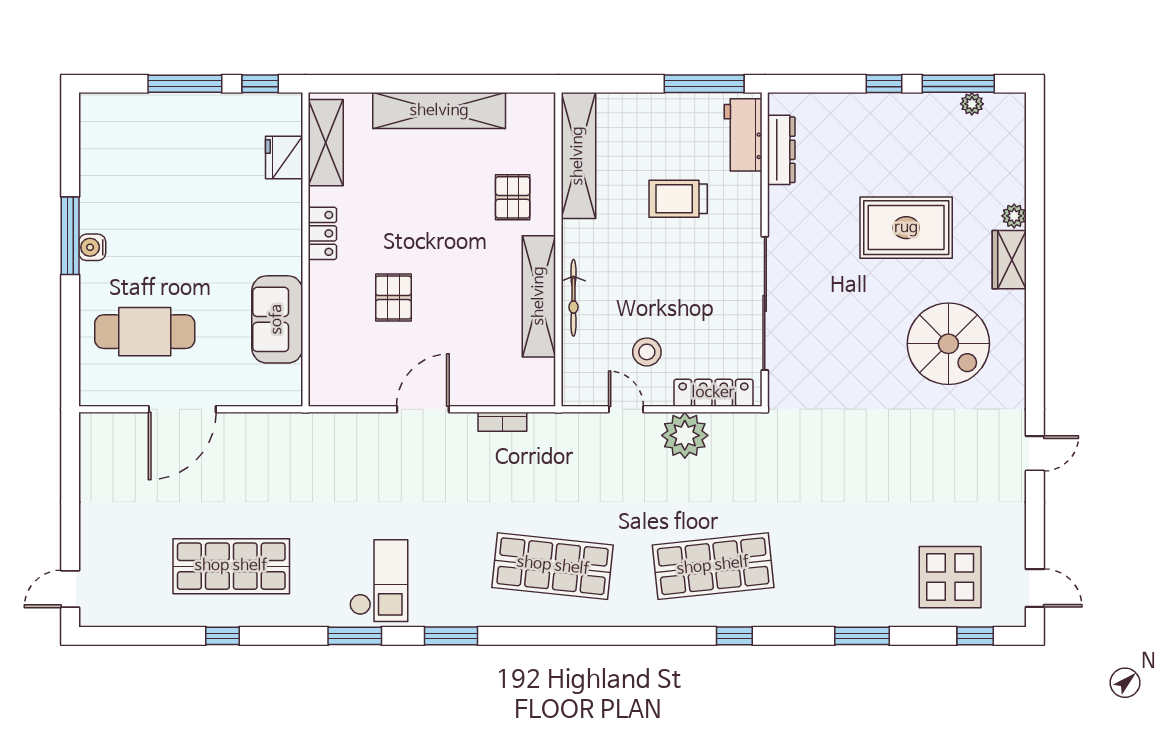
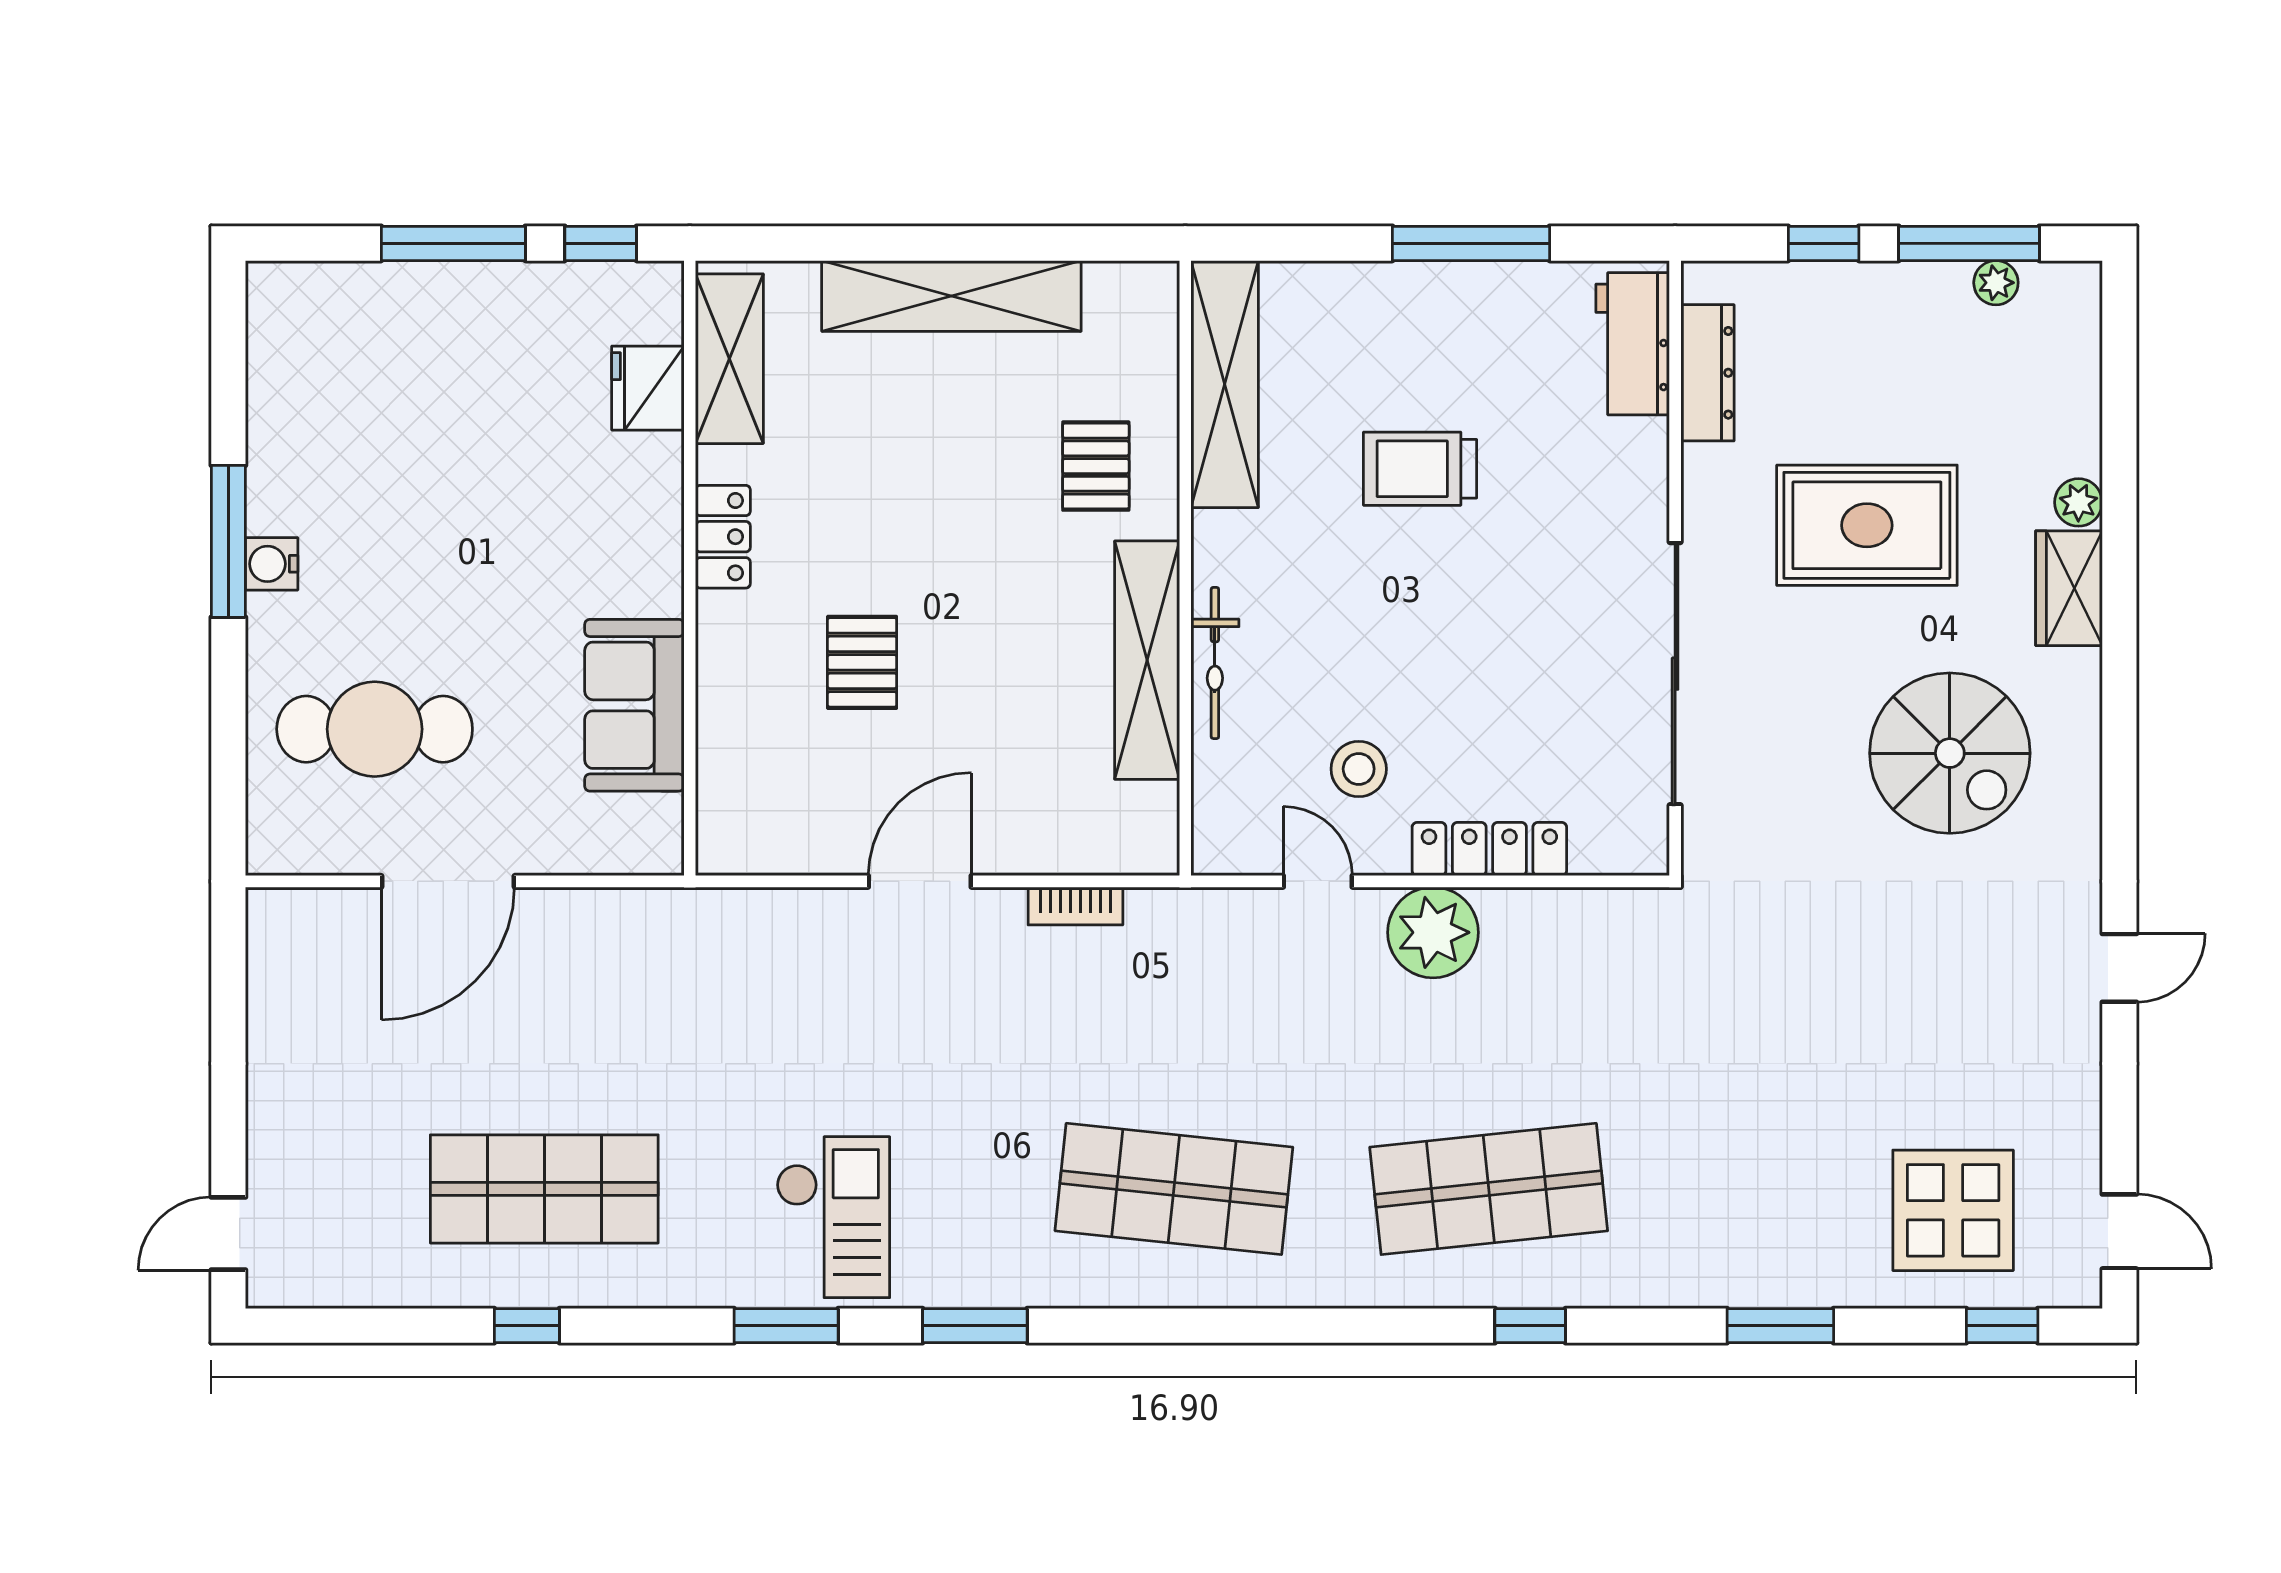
workbench: (743, 135) -> (1633, 344), moved
dresser: (781, 150) -> (1707, 373), moved
wall: (765, 249) -> (1675, 568), moved
sliding door: (765, 303) -> (1675, 674), moved

